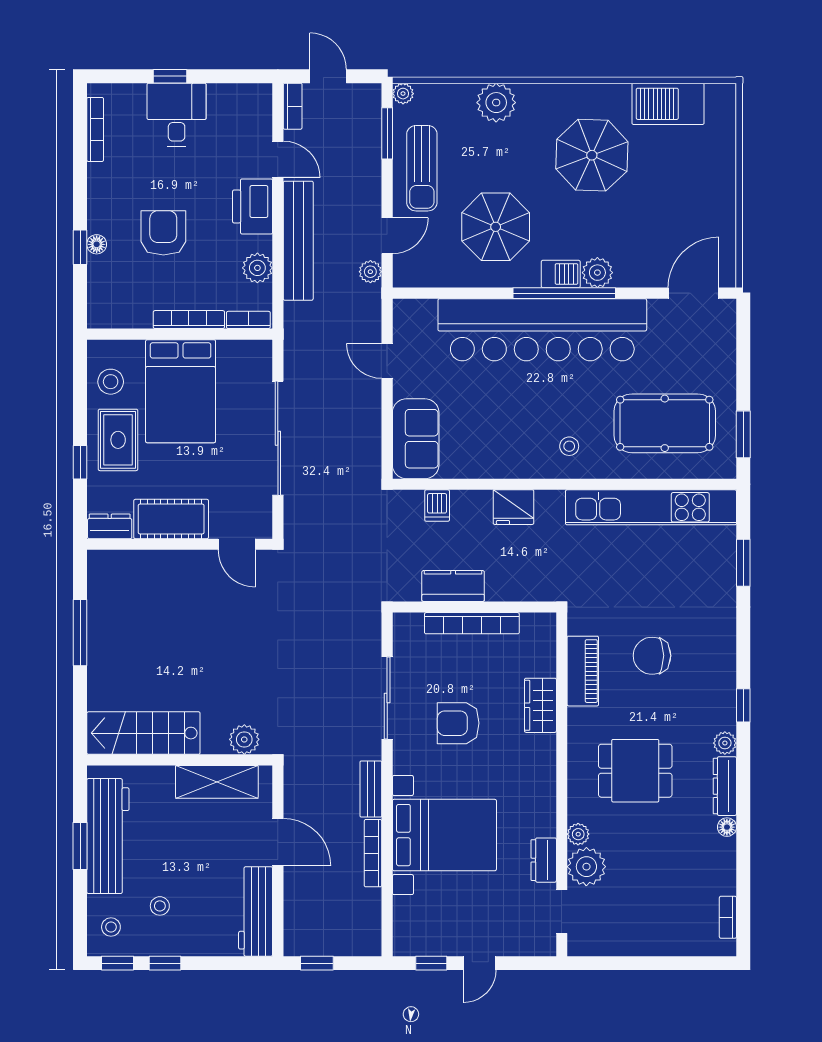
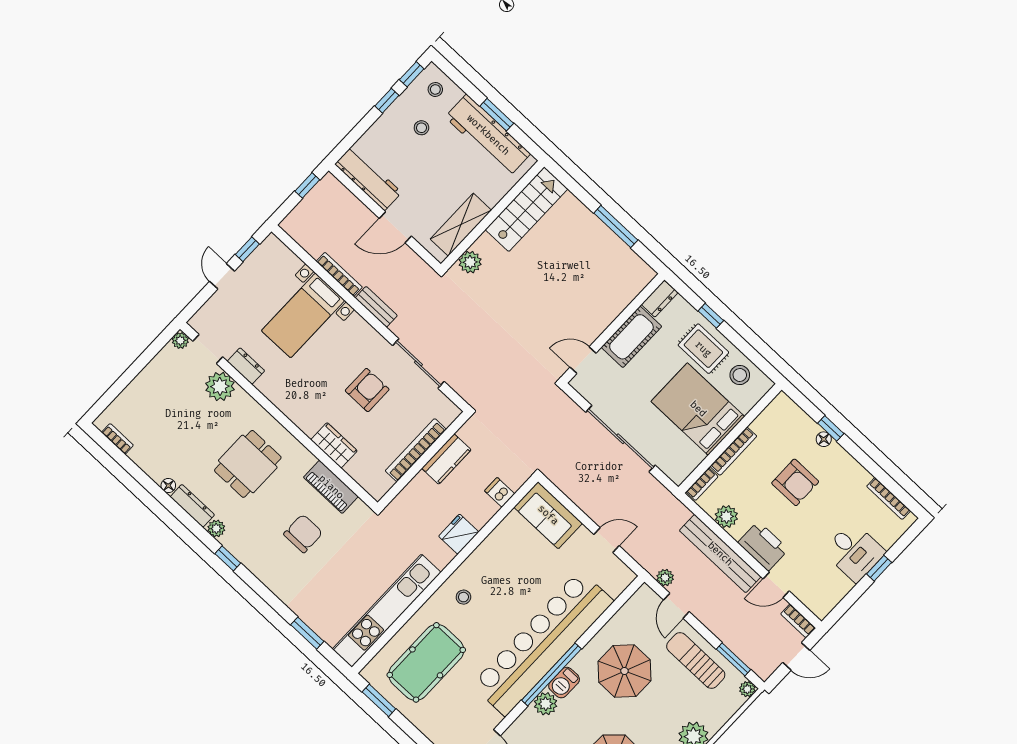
plant: (578, 834) -> (180, 341), moved
bed with nightstands: (444, 835) -> (303, 315), width x0.73

